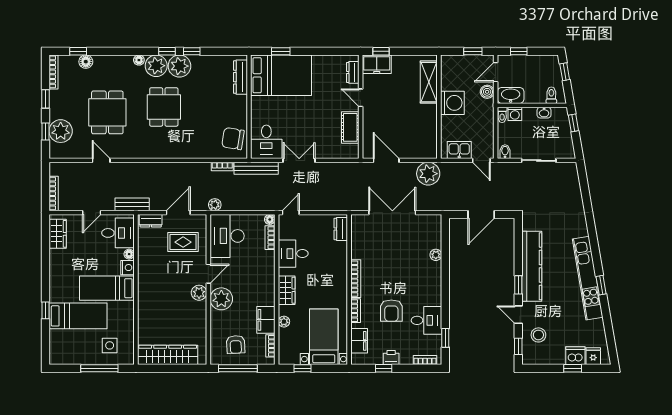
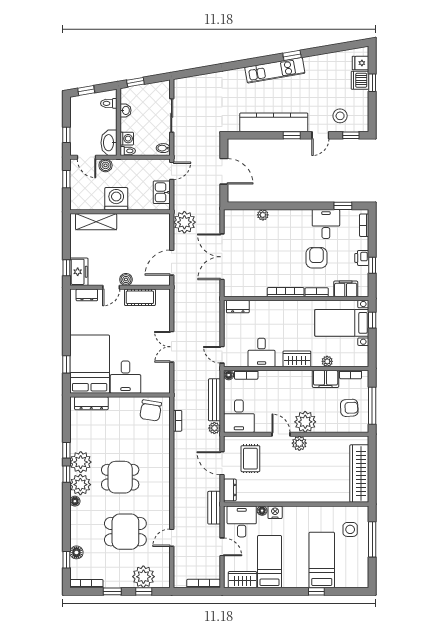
boiler: (369, 113) -> (126, 279), added
desk: (266, 142) -> (126, 377), moved, turned 90
bench: (256, 168) -> (214, 400), moved
desk: (227, 236) -> (239, 416), width x0.73
kitchen unit: (588, 278) -> (275, 70), width x0.73
bed: (107, 288) -> (270, 562), moved, turned 180
armchair: (391, 311) -> (316, 258), turned -90
window: (302, 368) -> (372, 320), moved

